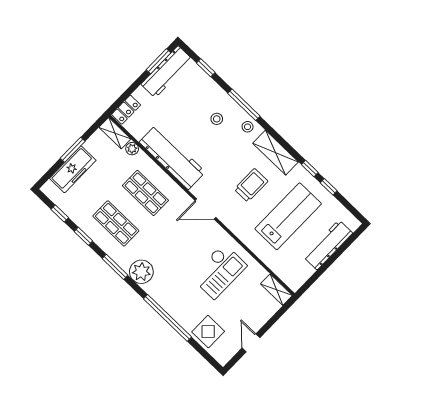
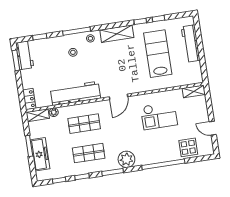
workbench: (167, 72) -> (25, 55), width x0.73
trolley: (251, 185) -> (125, 61), removed
checkout: (219, 271) -> (159, 116), turned 90

